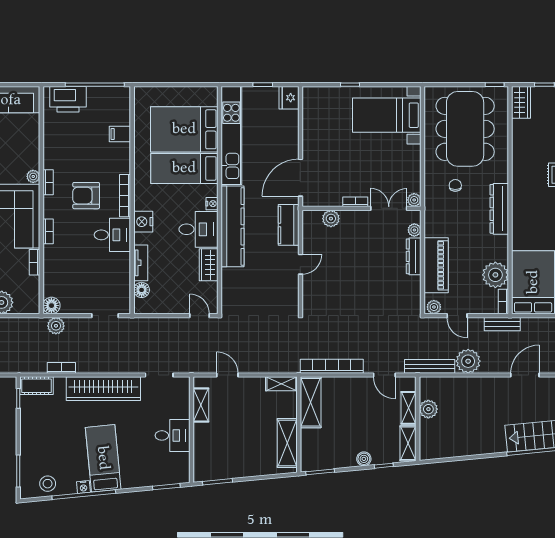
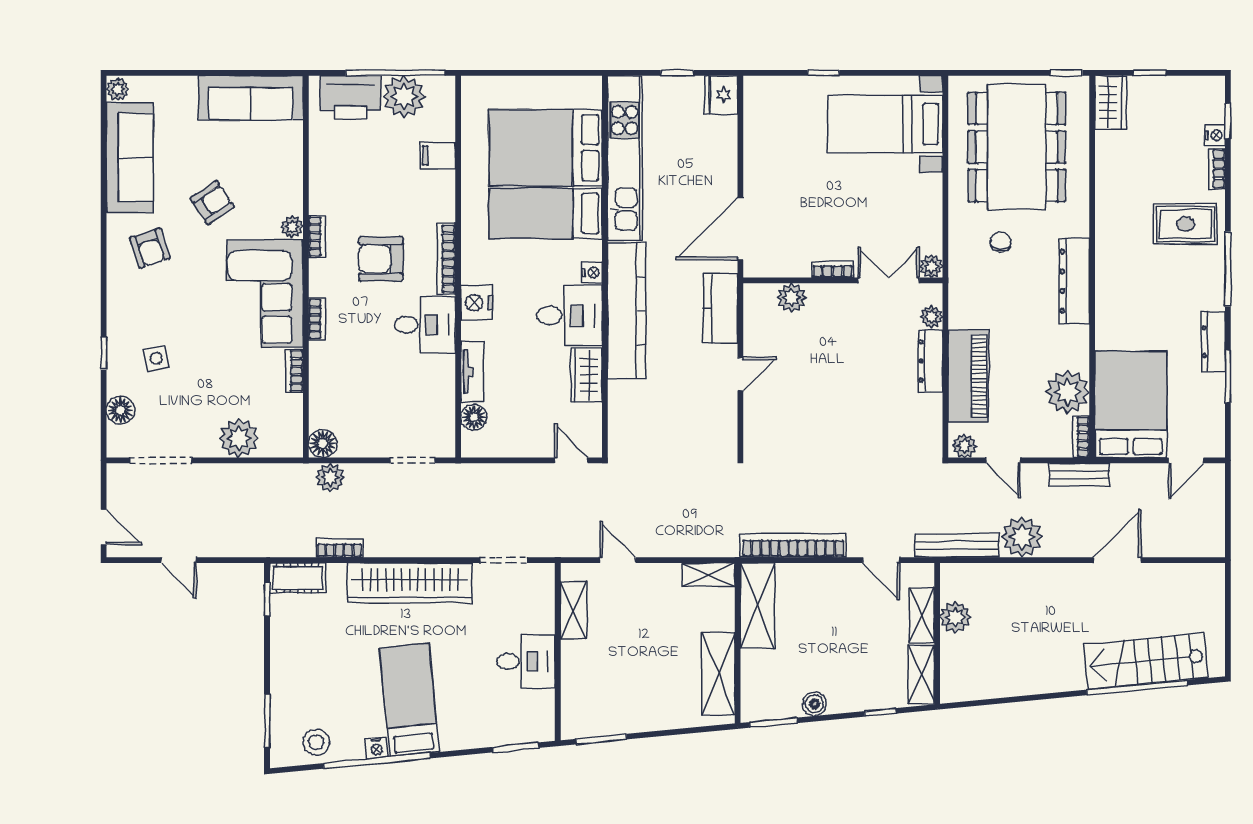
plant: (100, 99) -> (404, 97), added
boiler: (364, 459) -> (815, 704), moved

